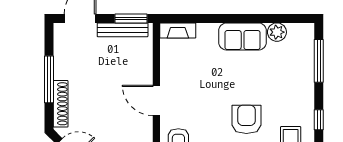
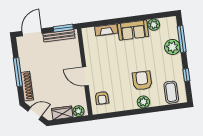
fireplace: (178, 30) -> (106, 30), moved
plant: (302, 72) -> (172, 47), added

